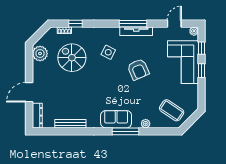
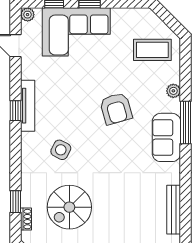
window: (133, 24) -> (16, 111), width x0.46
armchair: (138, 69) -> (116, 109), moved, turned 97
coffee table: (172, 110) -> (152, 50), turned 56

